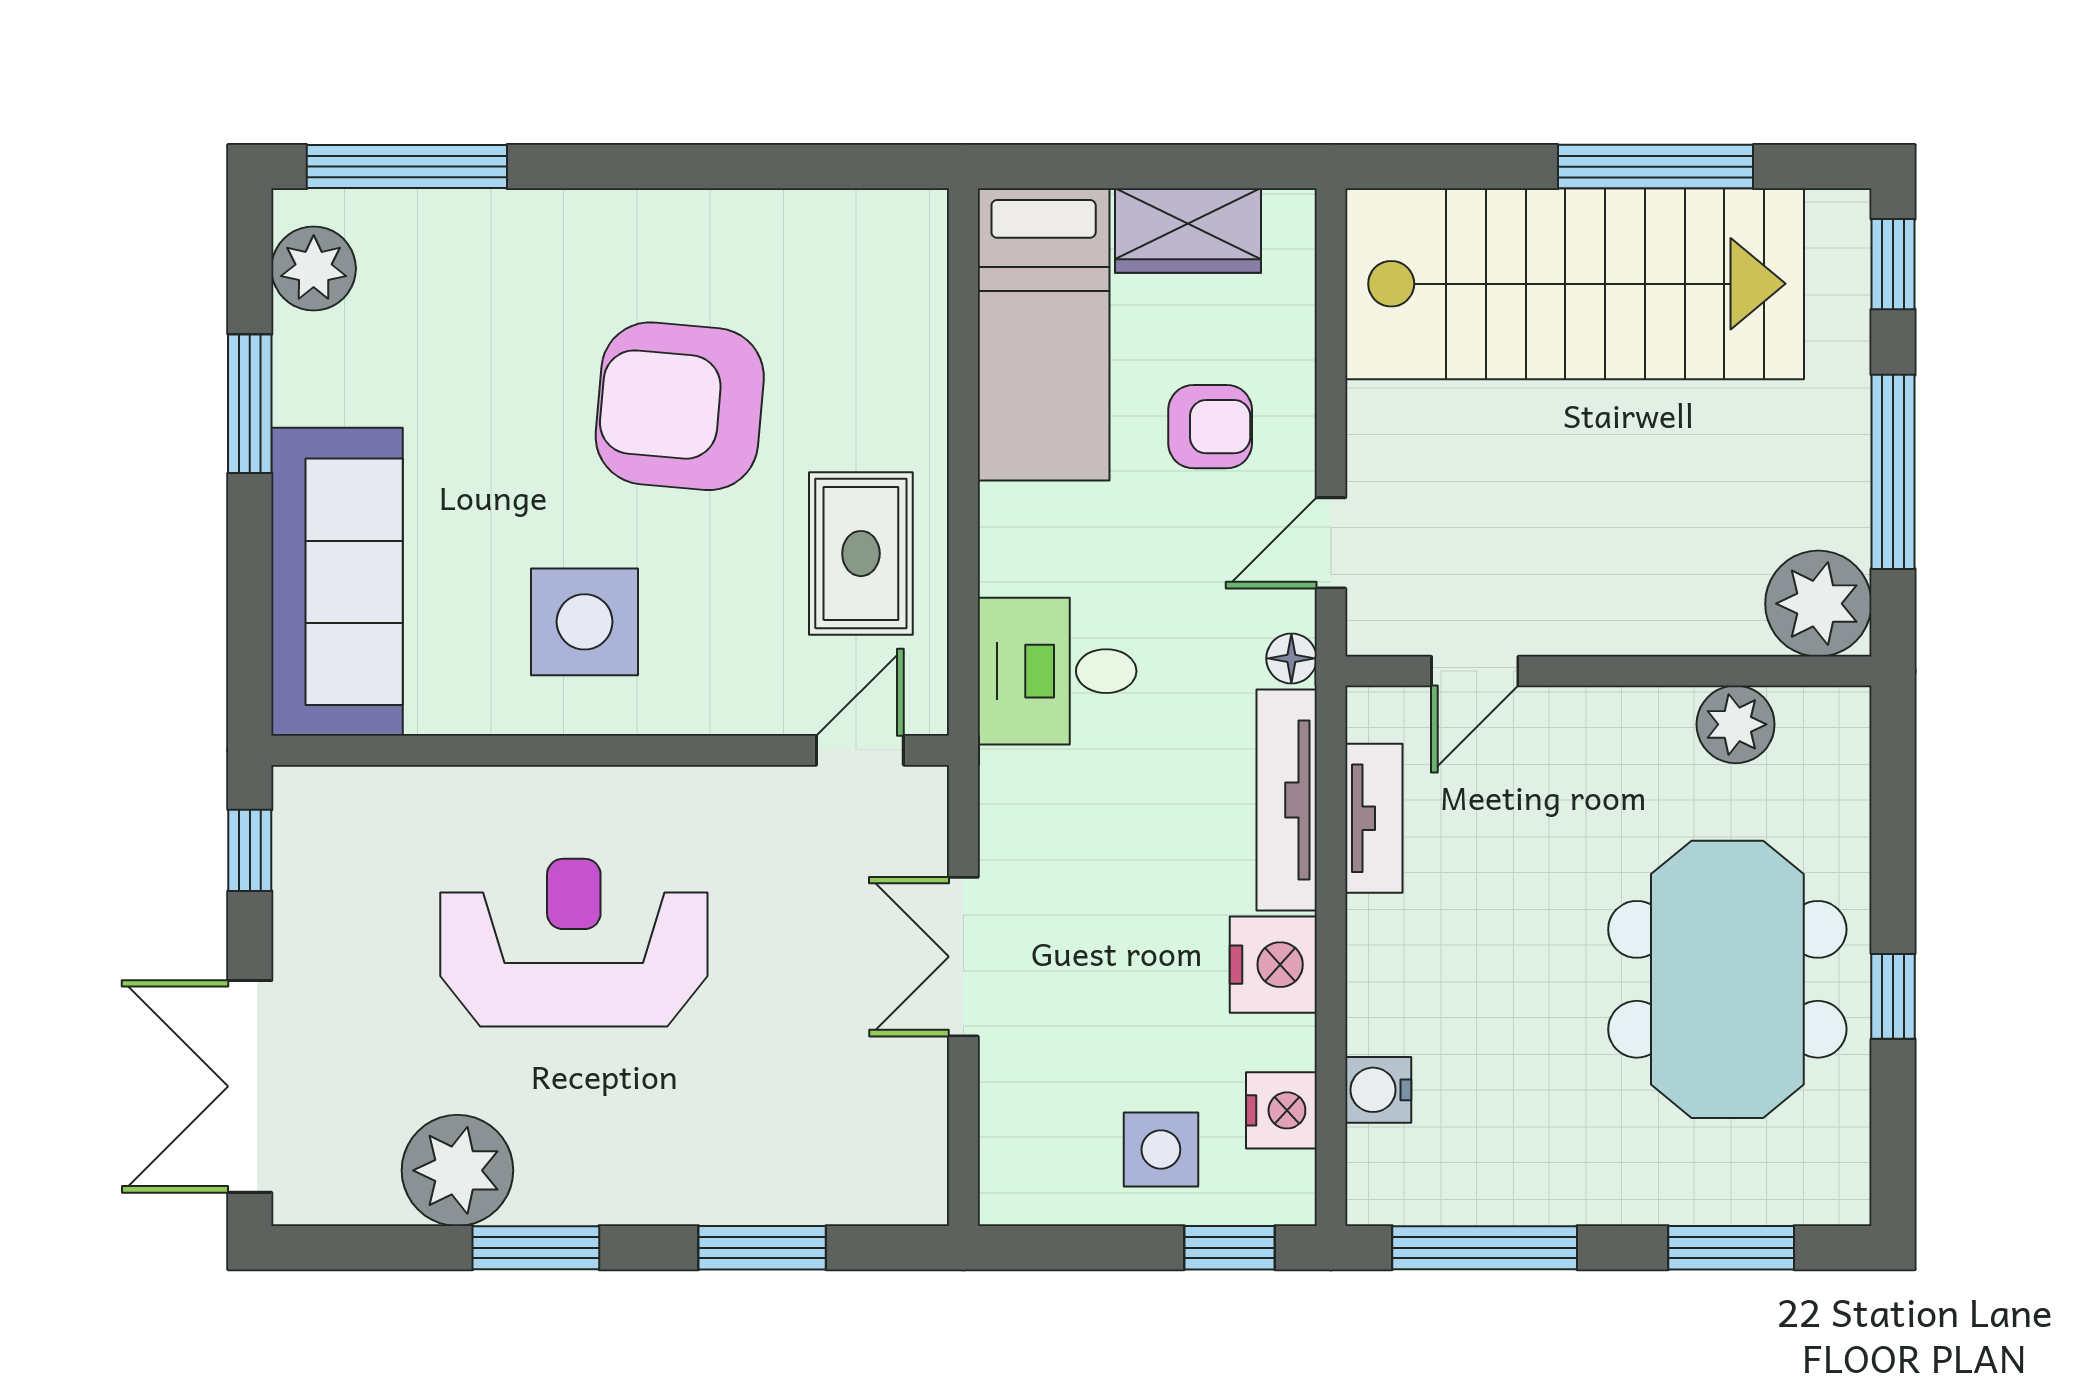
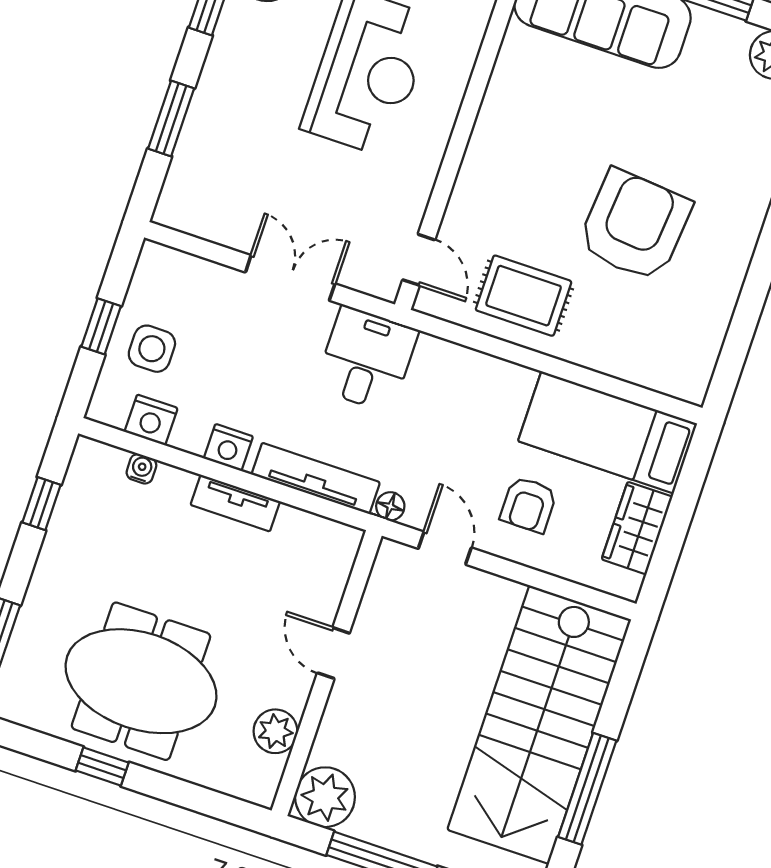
side table: (585, 622) -> (537, 136), removed
desk: (1057, 671) -> (366, 359), moved
door: (1475, 671) -> (333, 653), moved
tv unit: (1374, 818) -> (235, 503), moved
nightstand: (1273, 965) -> (228, 447), width x0.74, depth x0.75
water cooler: (1378, 1090) -> (141, 469), width x0.72, depth x0.72
window: (1229, 1248) -> (101, 326), moved
window: (1485, 1248) -> (41, 504), width x0.46

